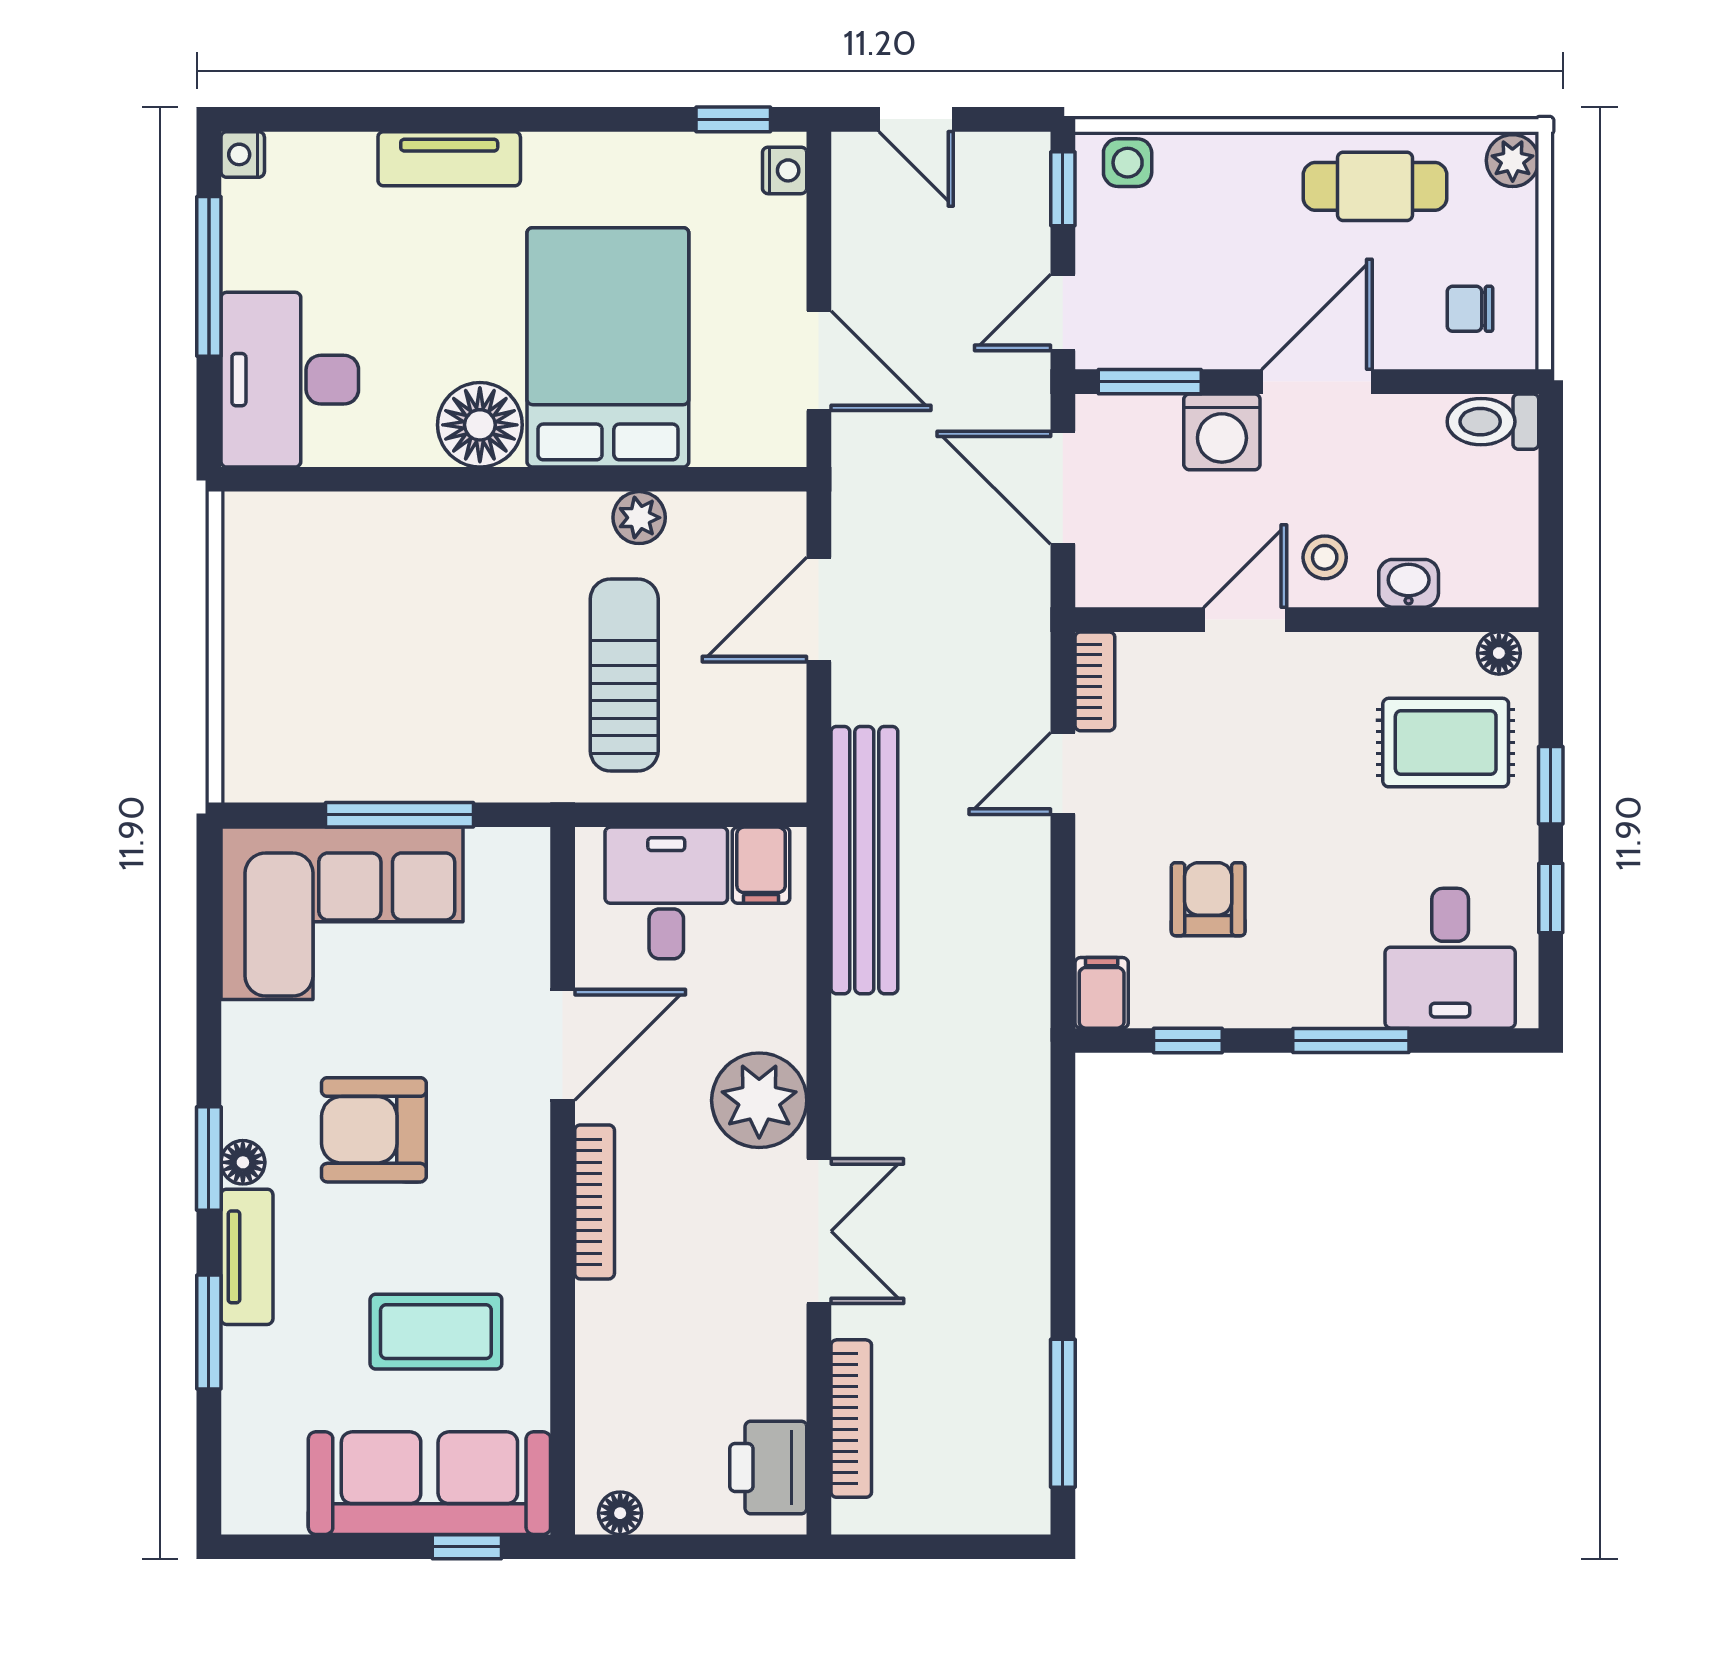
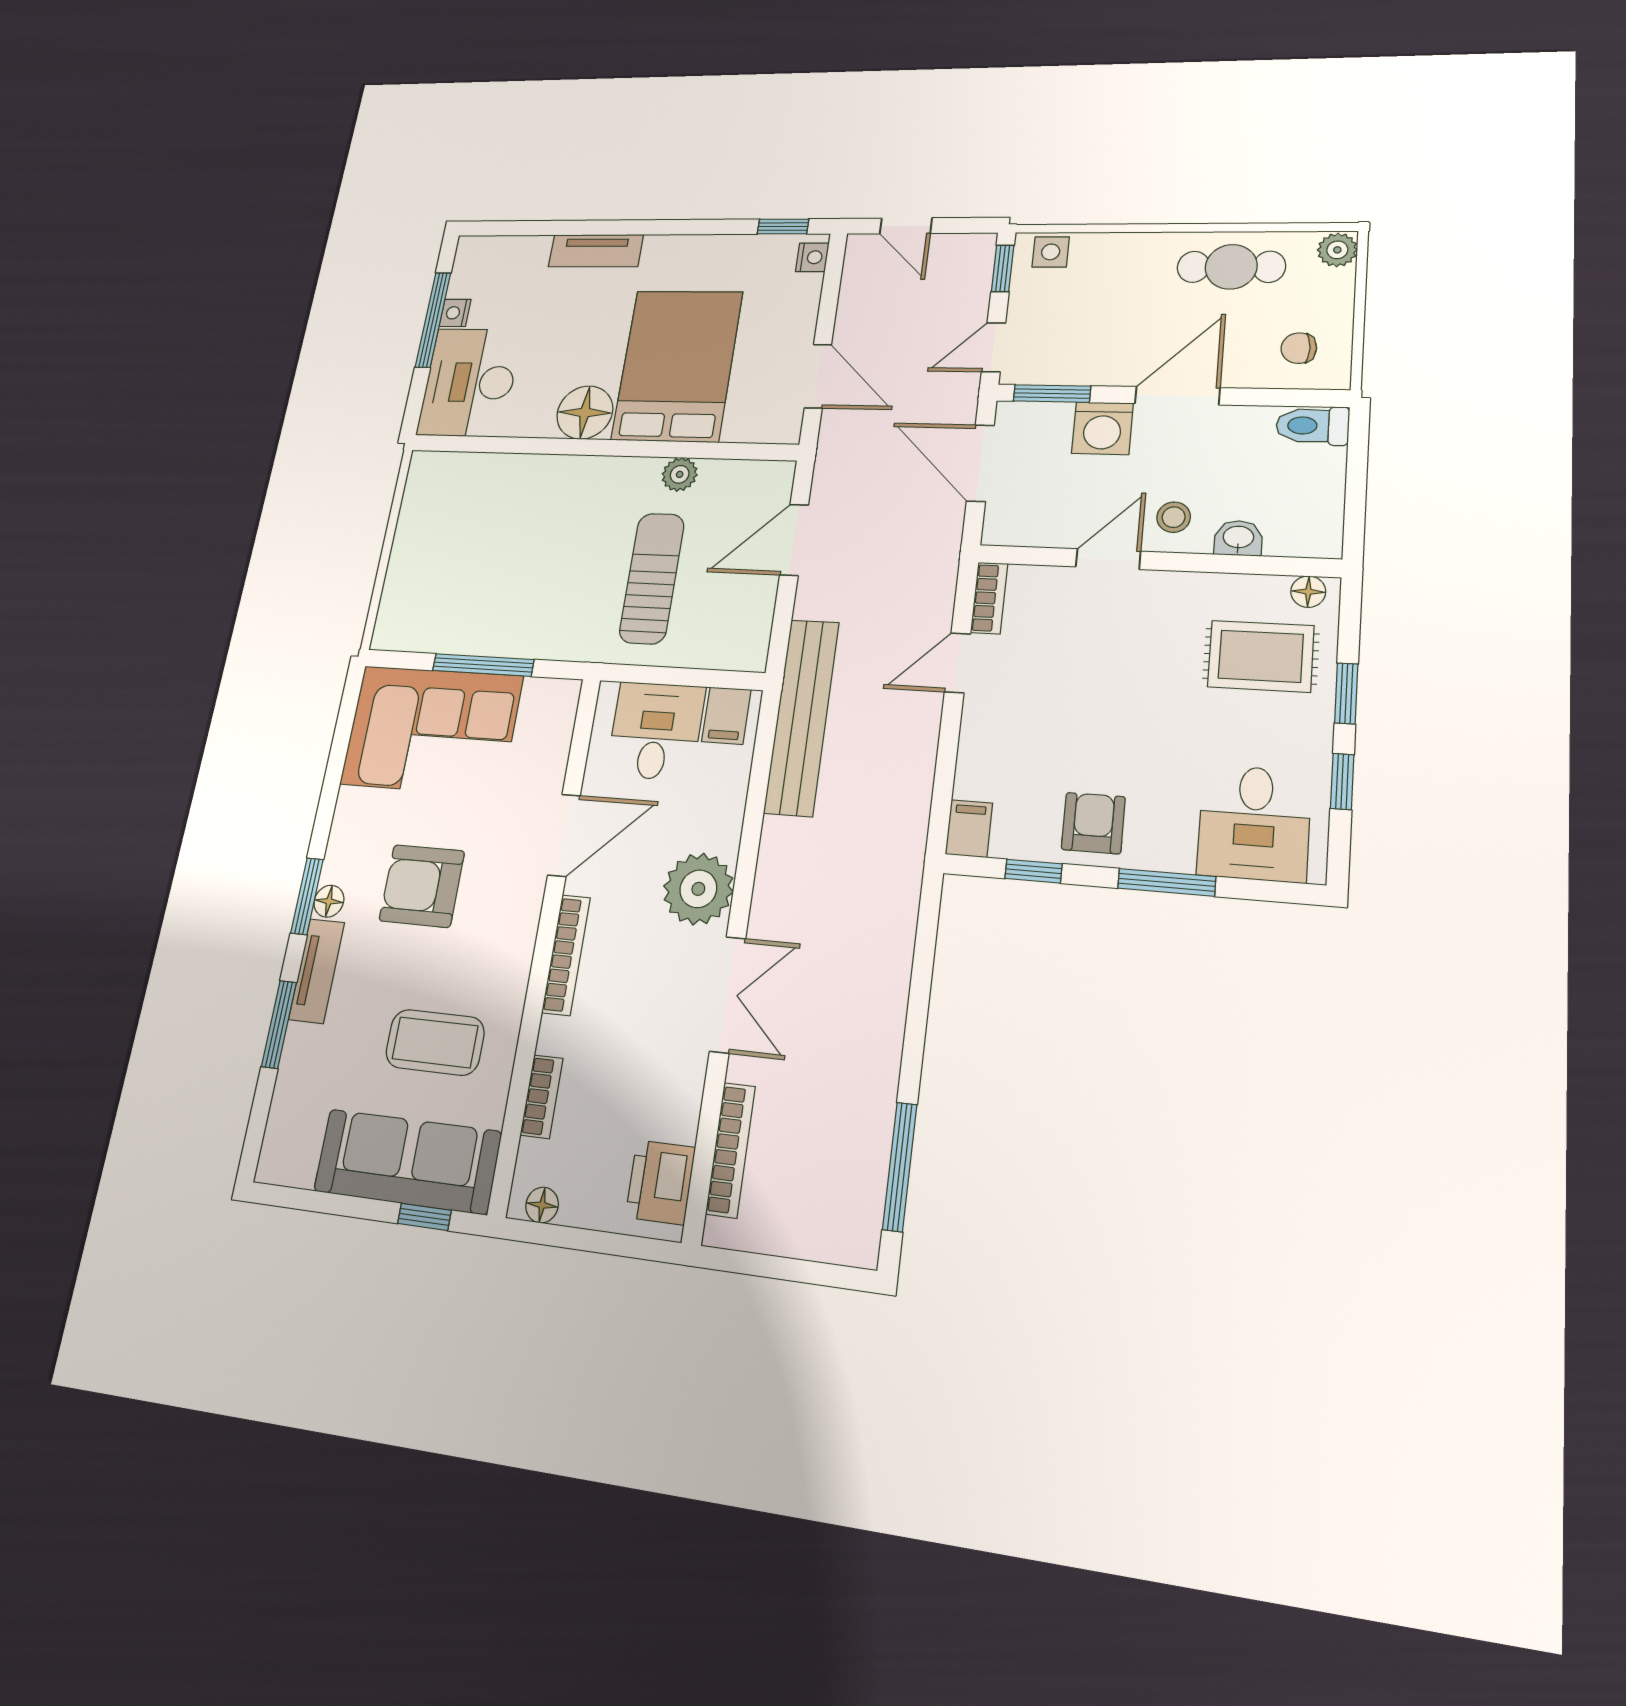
nightstand: (243, 154) -> (455, 313), moved
armchair: (1208, 899) -> (1093, 823), moved
bookcase: (595, 1383) -> (542, 1097), added

